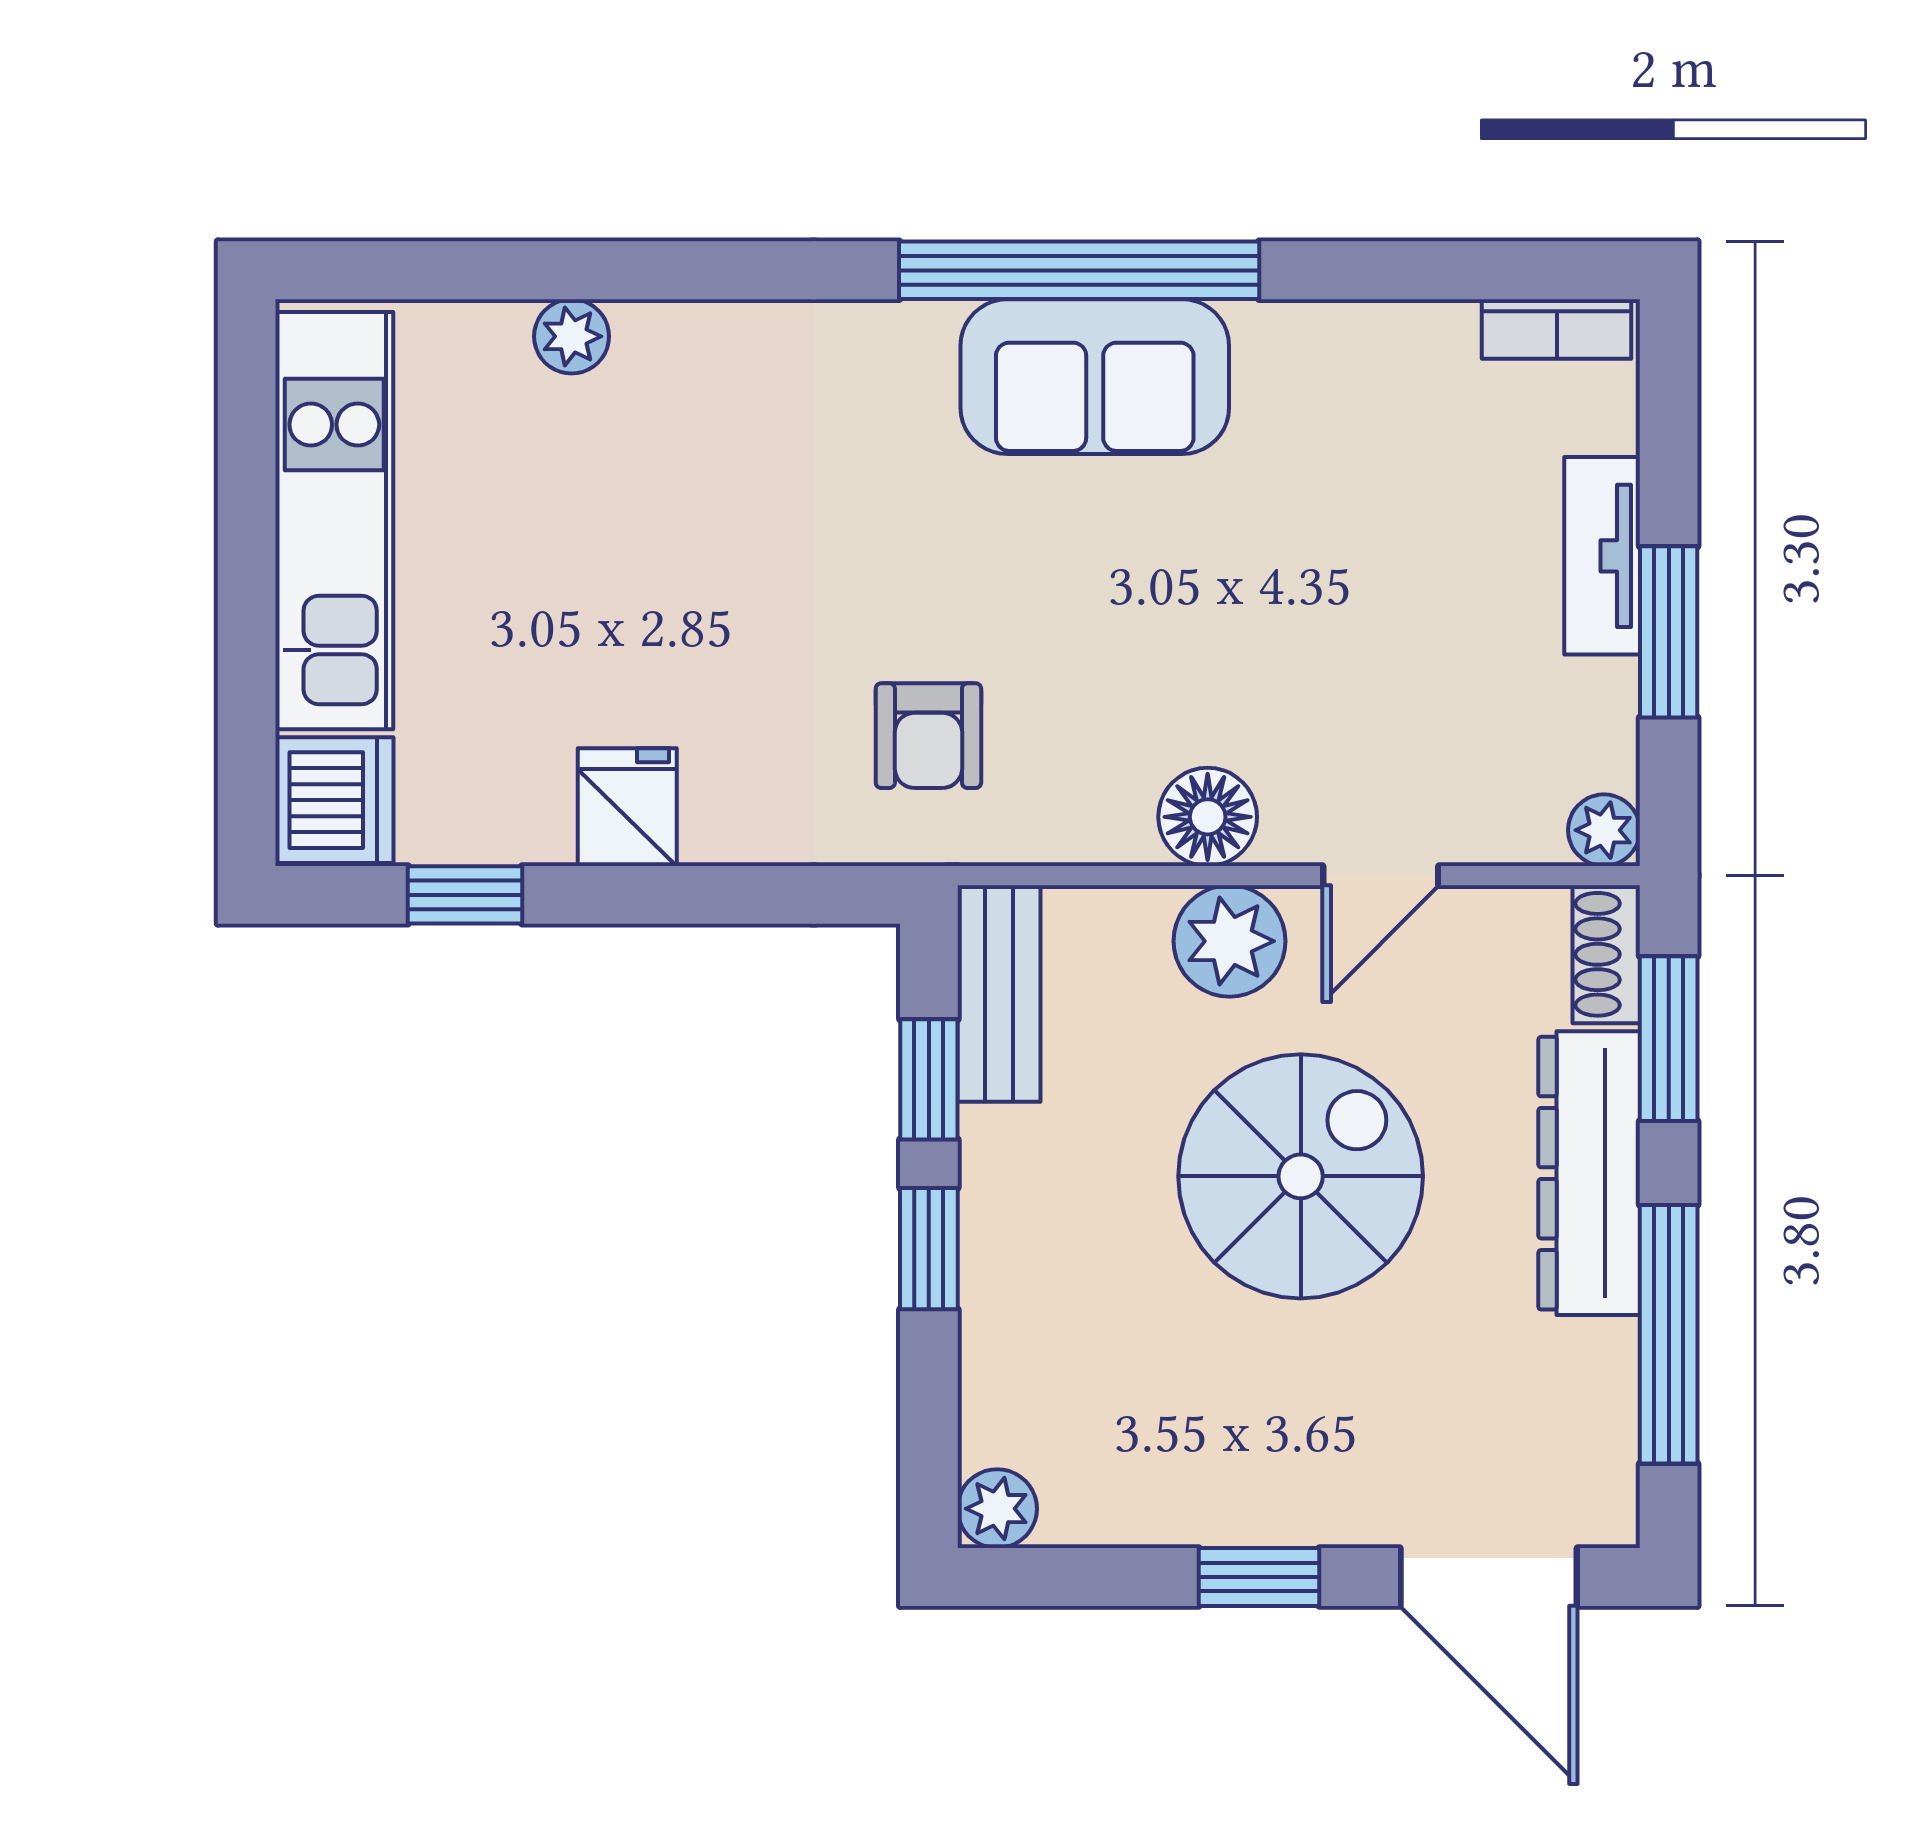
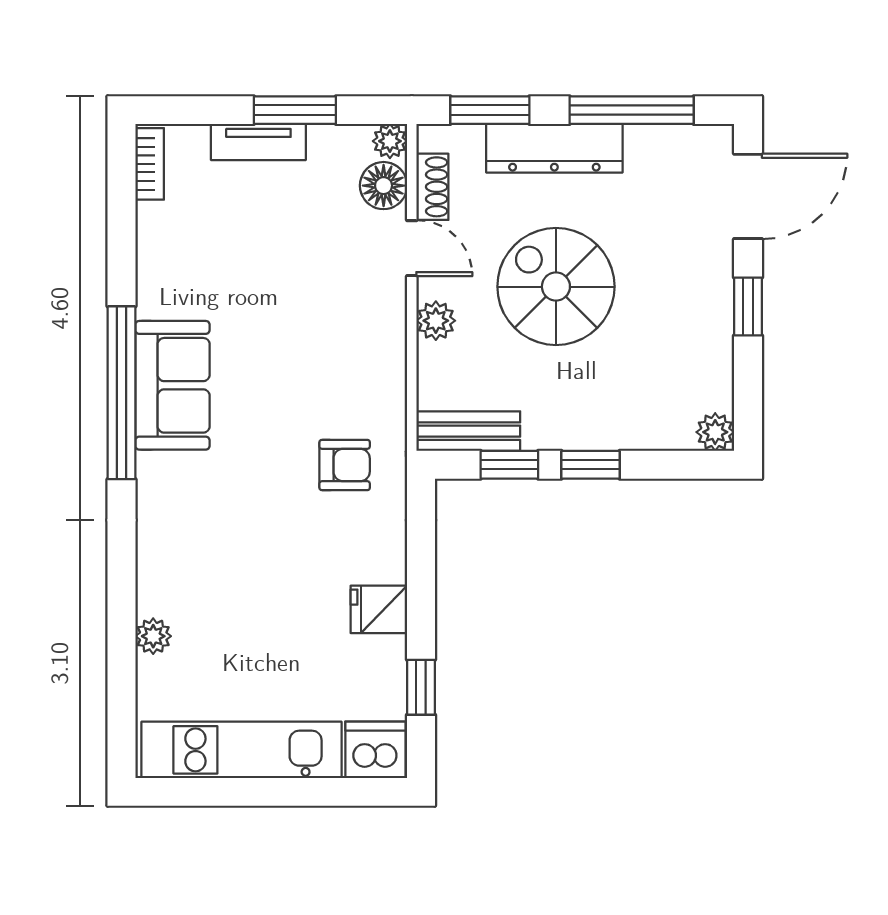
floor lamp: (1208, 817) -> (384, 186), moved
plant: (1229, 941) -> (436, 321), width x0.73, depth x0.73
shoe rack: (1606, 954) -> (432, 187), moved, turned -90

